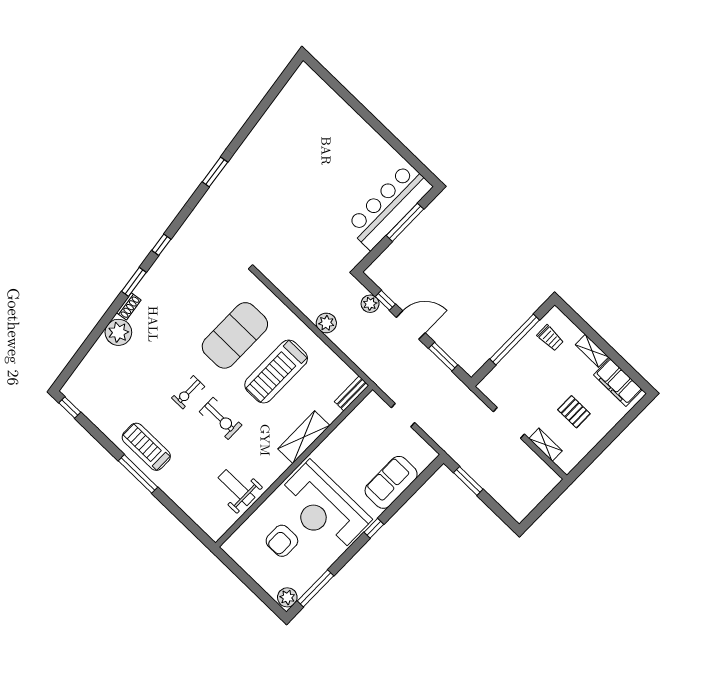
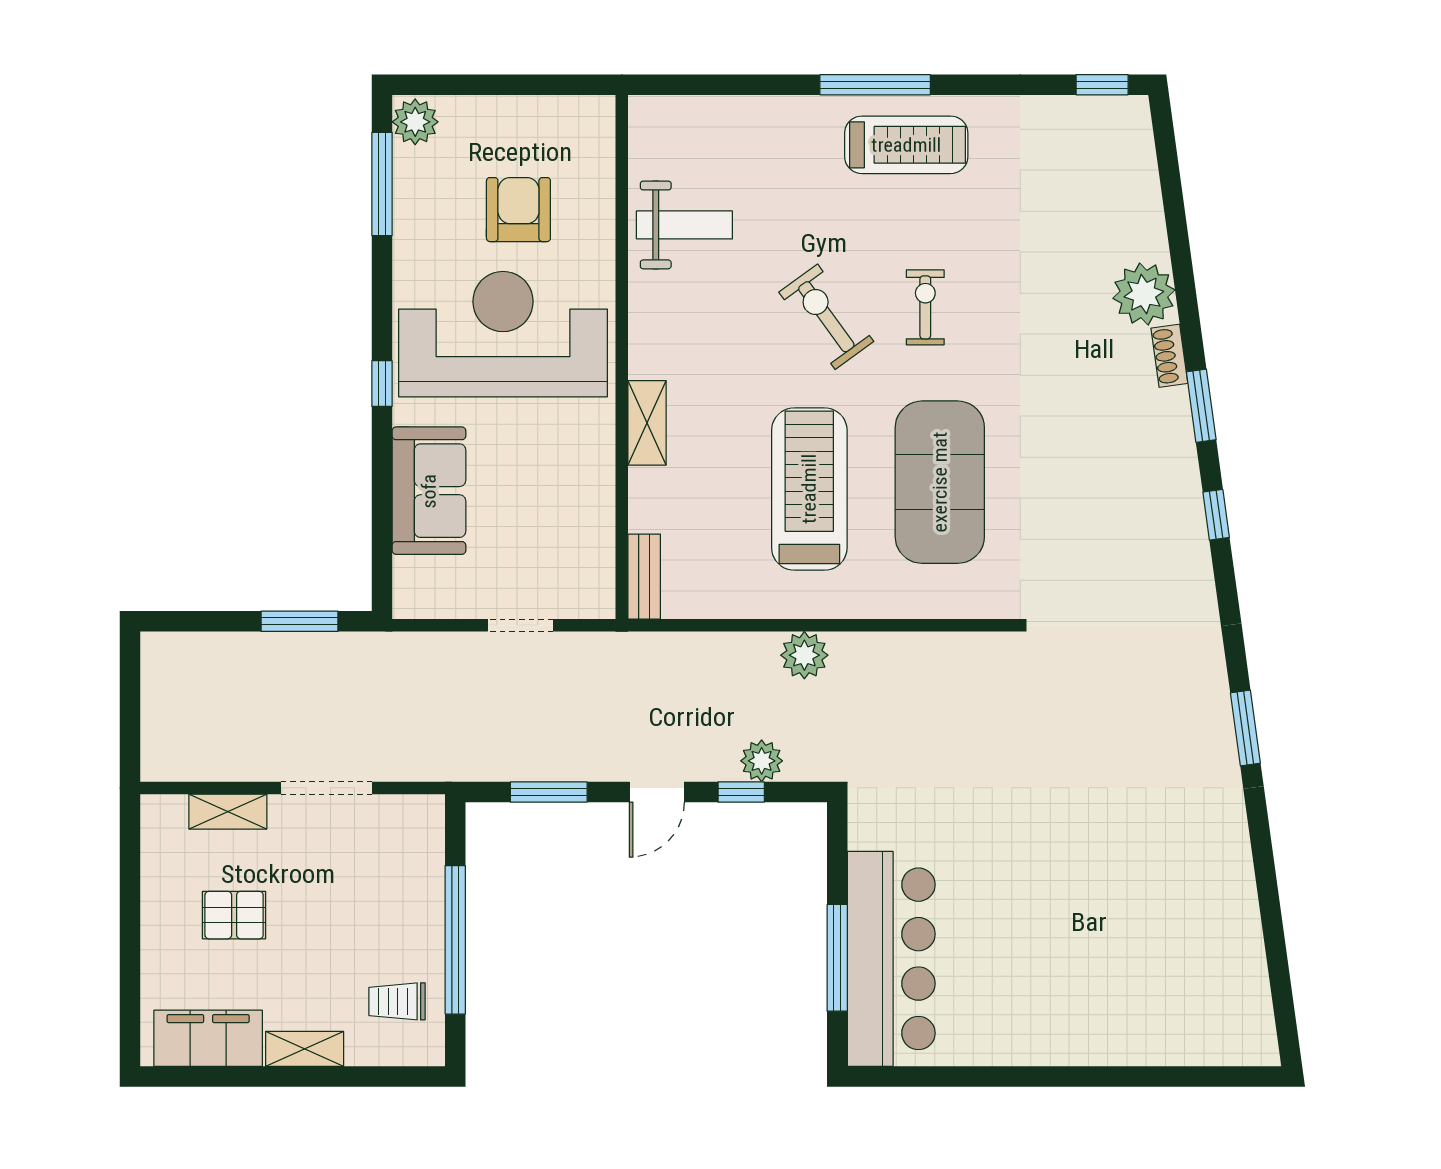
door: (411, 325) -> (657, 792), width x0.73
exercise bike: (221, 418) -> (826, 317), turned 54
shelving: (304, 437) -> (647, 423), width x0.67, depth x0.75

